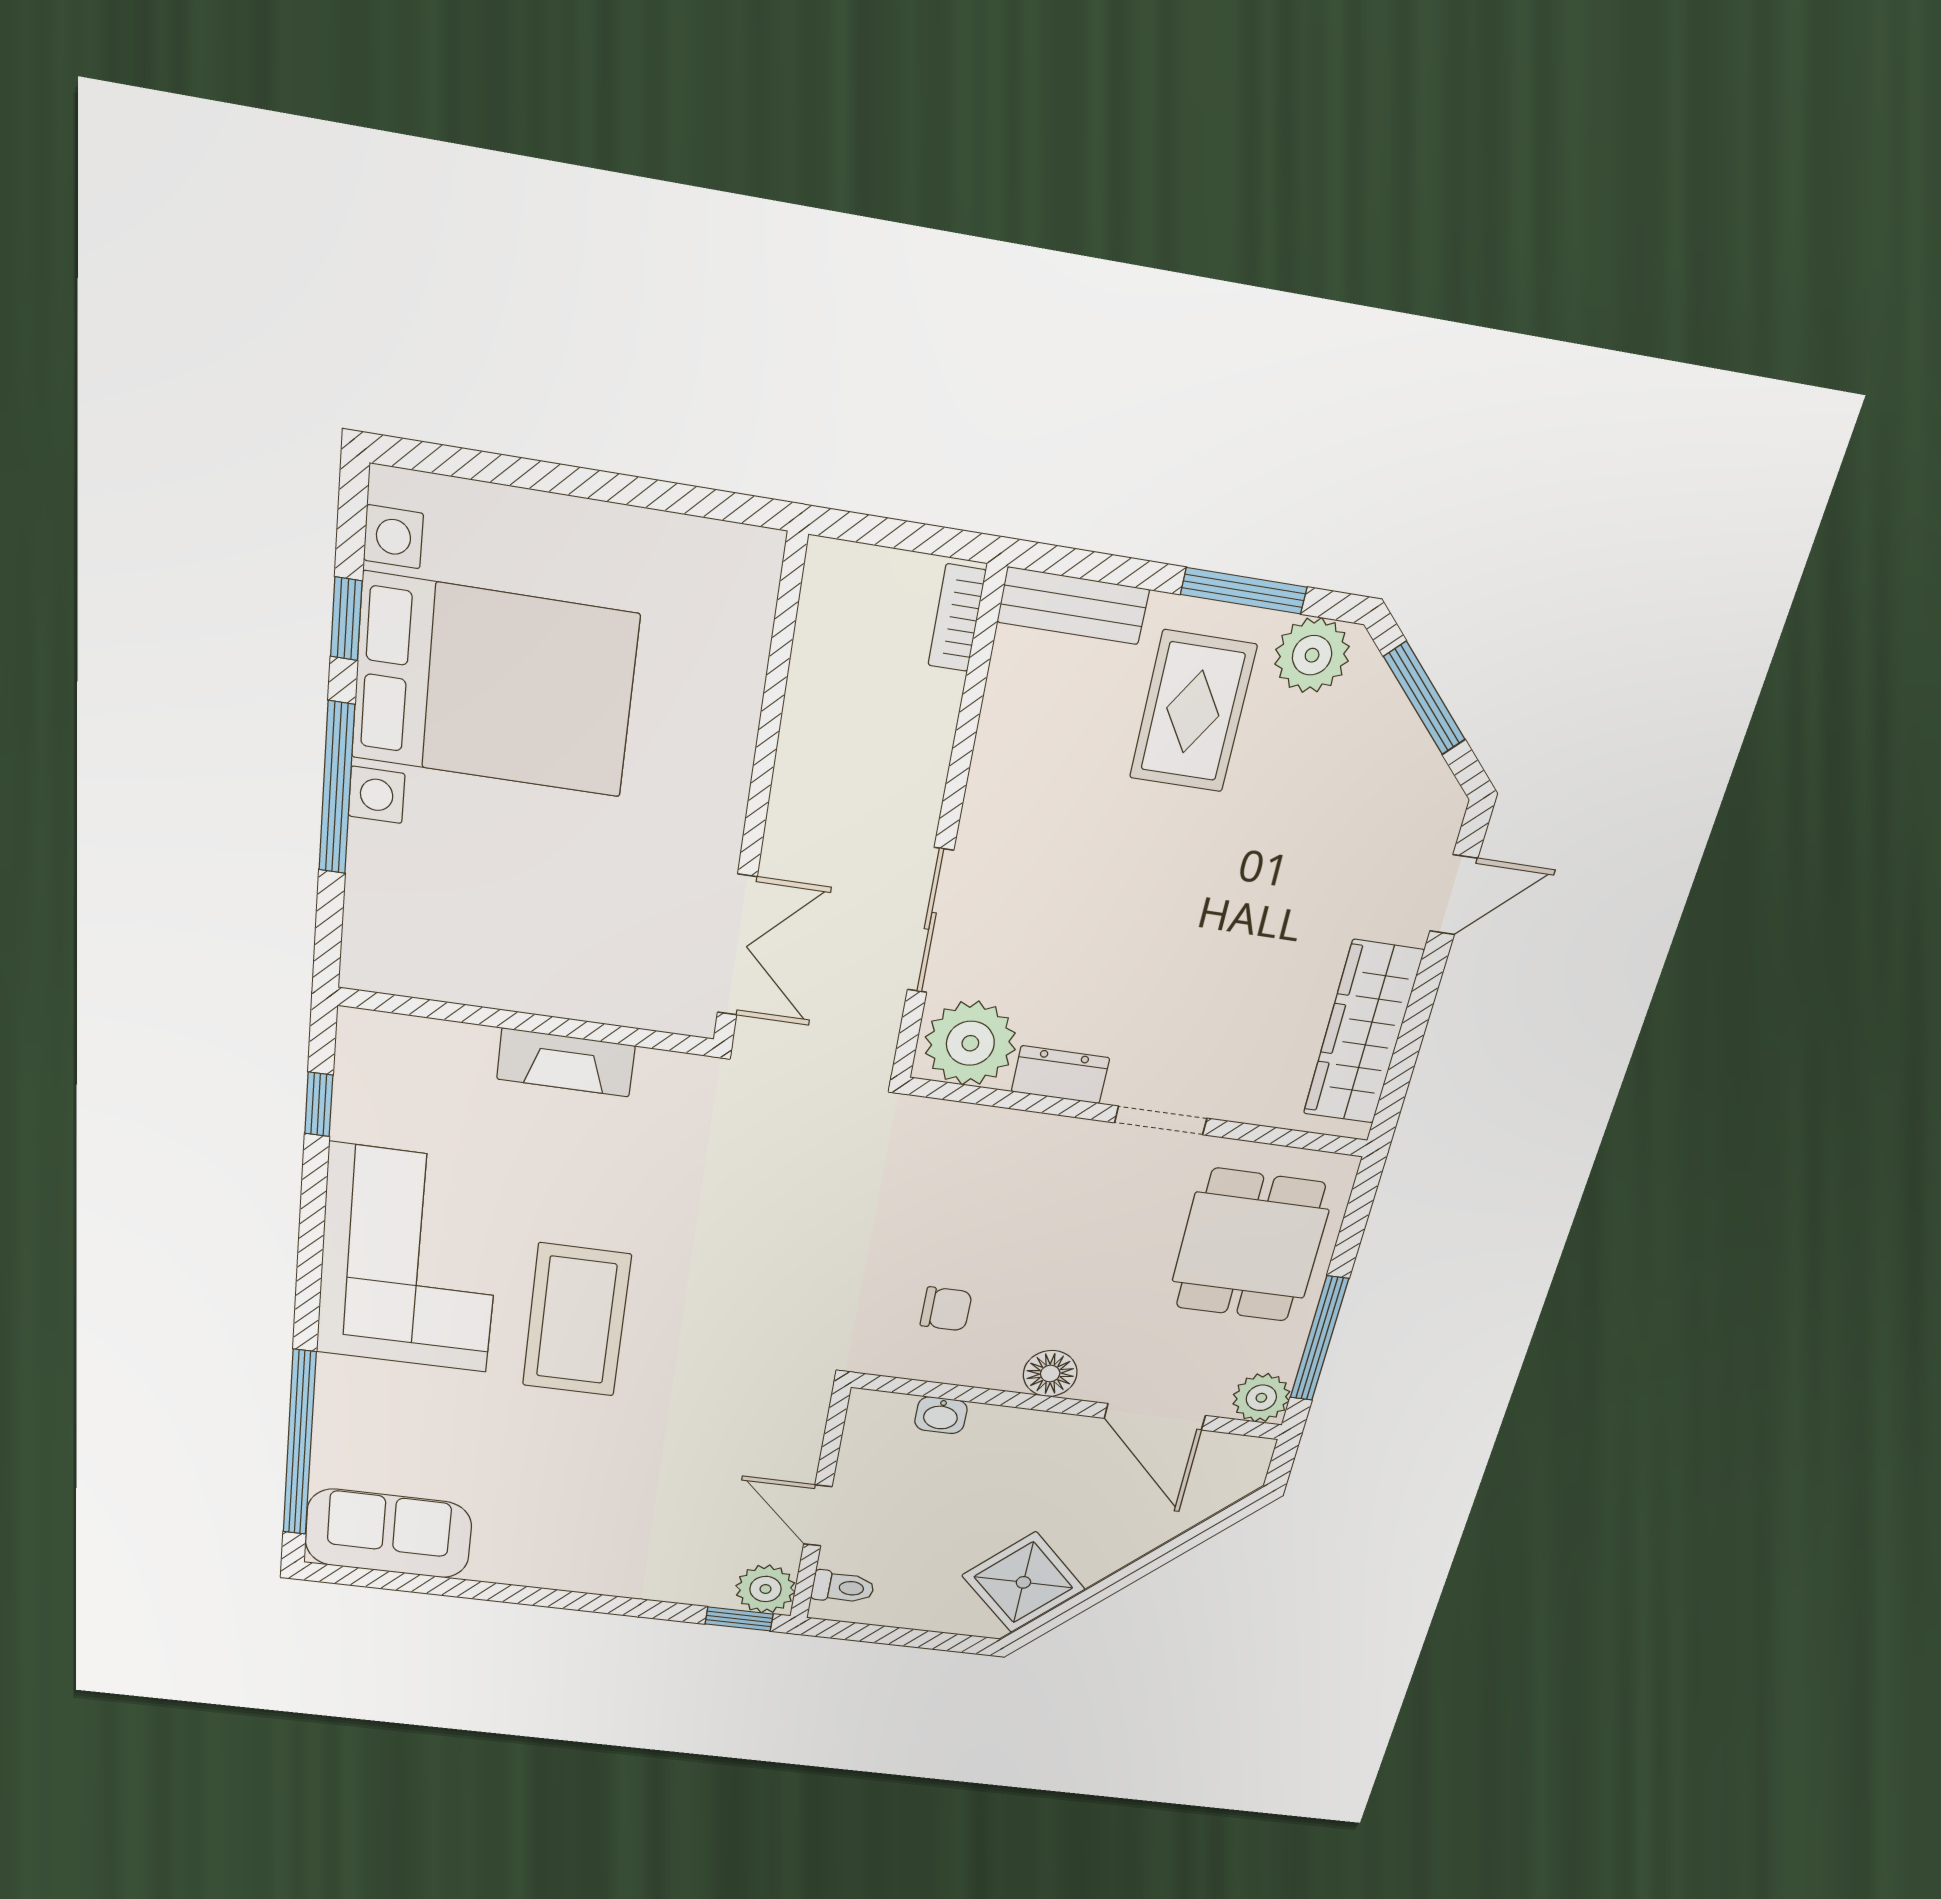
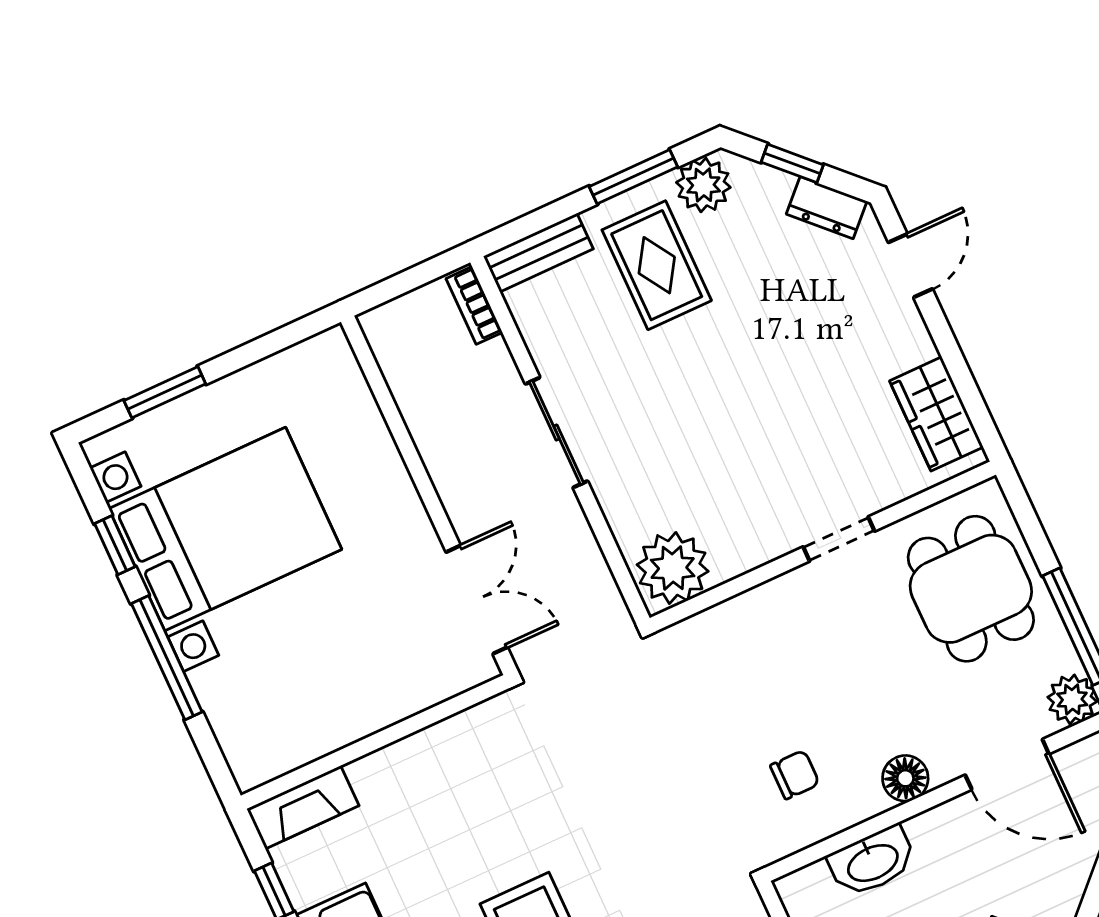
window: (517, 472) -> (165, 392), added
window: (1424, 698) -> (792, 163), width x0.67
sliding door: (930, 921) -> (556, 432), moved
wardrobe: (1363, 1033) -> (936, 414), width x0.67
fireplace: (566, 1062) -> (303, 807), moved
dresser: (1060, 1075) -> (827, 208), moved, turned -135
washbasin: (941, 1415) -> (872, 862), width x1.91, depth x1.45

